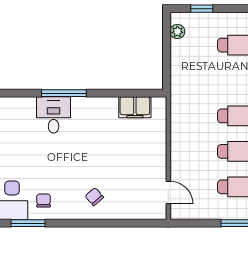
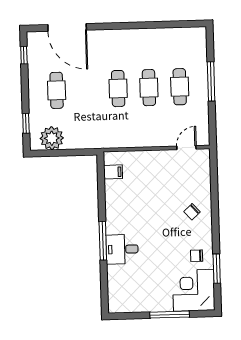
plant: (177, 31) -> (52, 138), width x1.87, depth x1.87
filing cabinet: (135, 107) -> (113, 172), width x0.50

